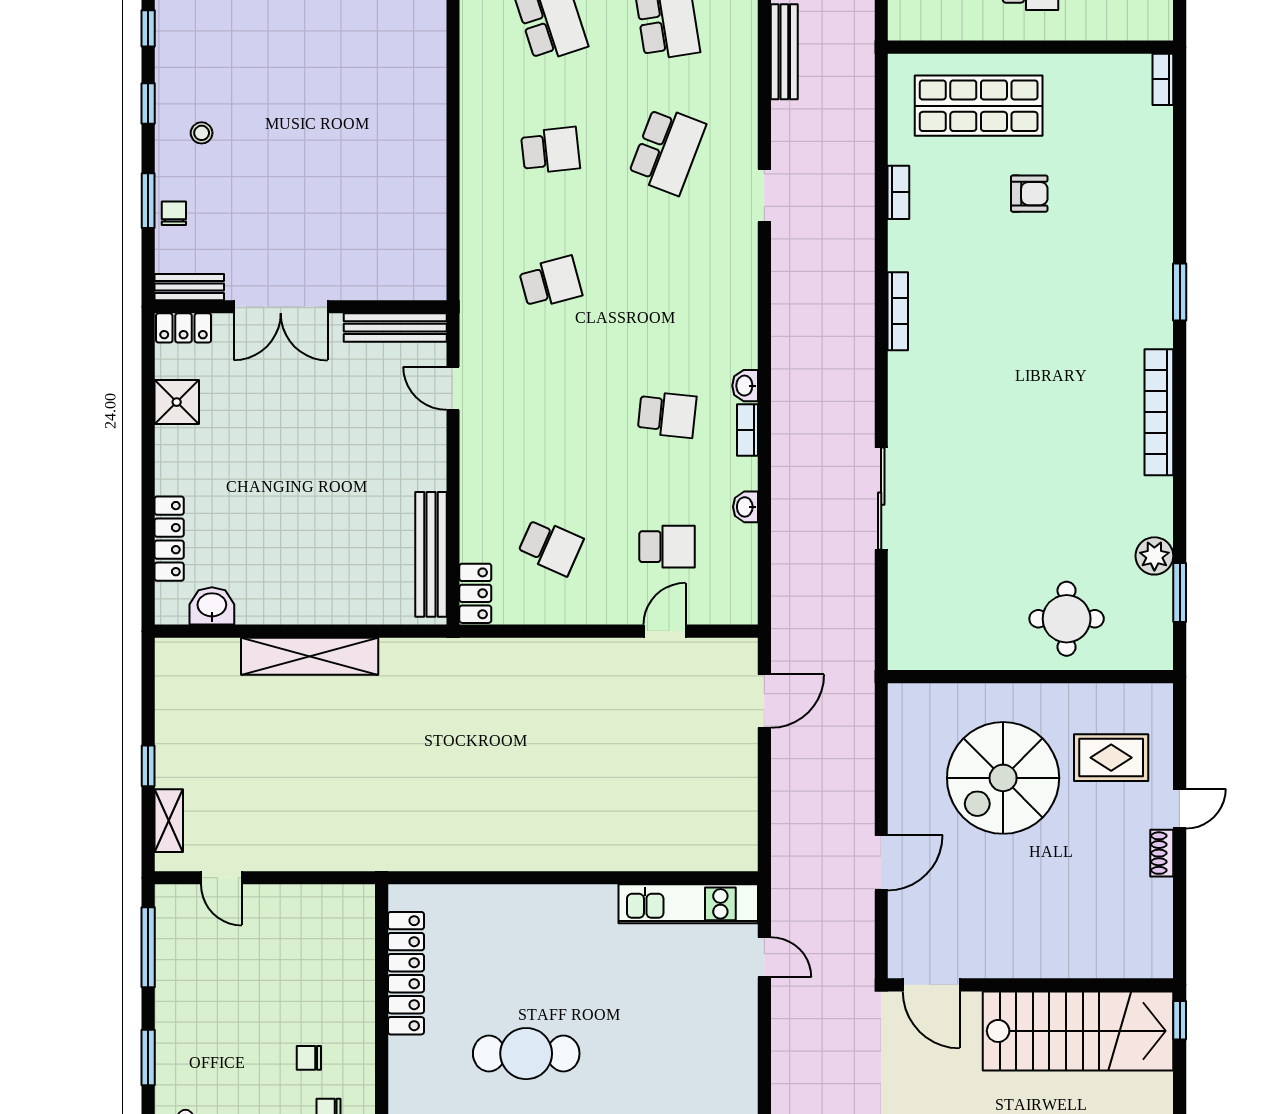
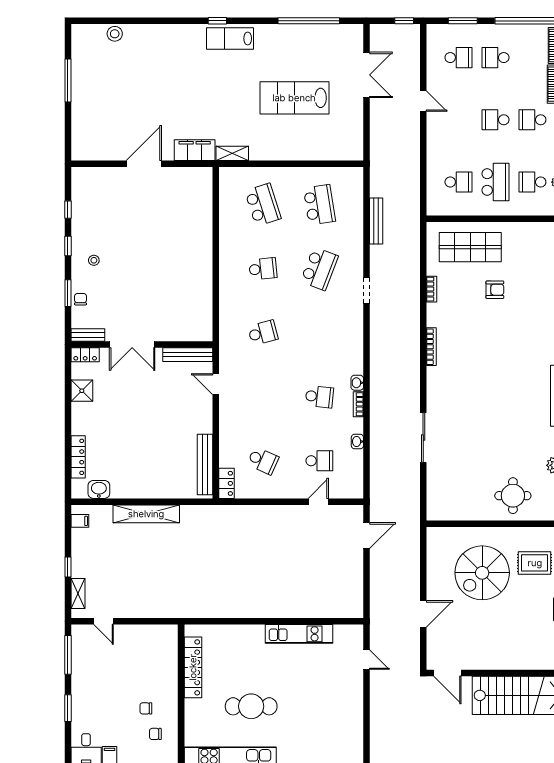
filing cabinet: (173, 671) -> (80, 521), added
kitchen unit: (688, 904) -> (299, 634), moved

